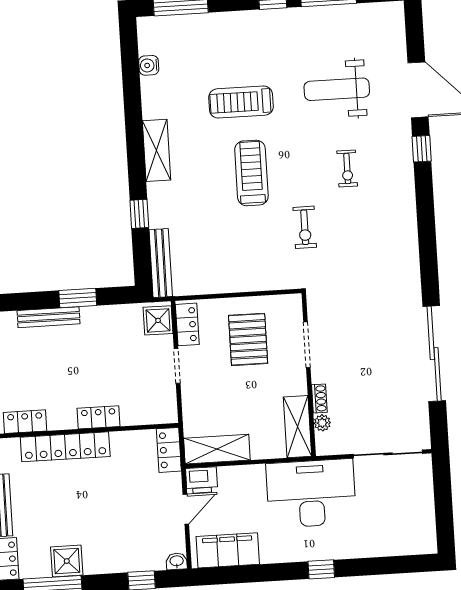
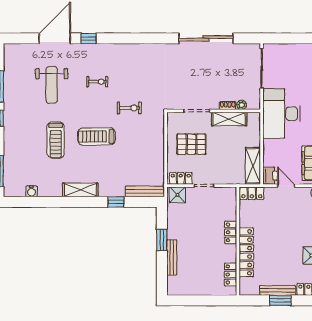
shelving: (297, 427) -> (229, 119), moved

